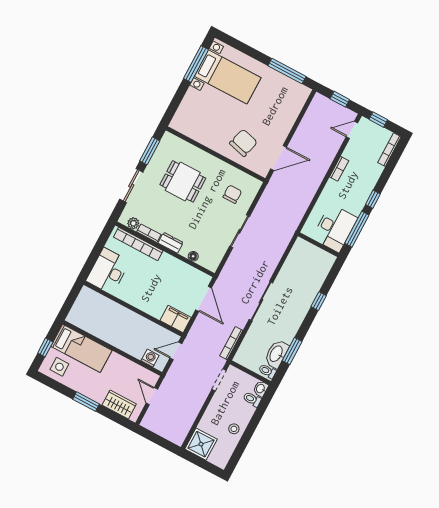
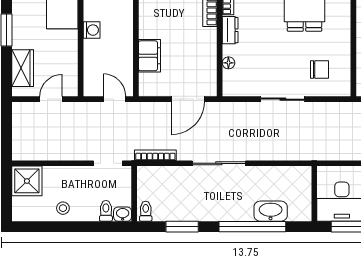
window: (319, 301) -> (252, 227), width x3.17
filing cabinet: (176, 319) -> (149, 56), moved
washbasin: (276, 354) -> (271, 211), moved
washing machine: (150, 358) -> (92, 30), moved

